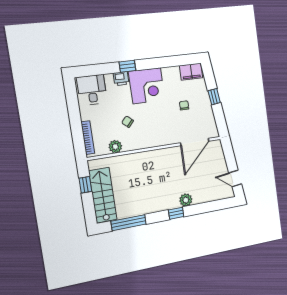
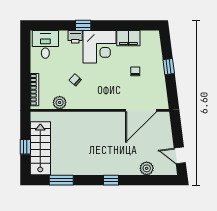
filing cabinet: (191, 72) -> (128, 38), moved
window: (85, 185) -> (25, 147), moved
plant: (186, 200) -> (147, 168), moved
window: (129, 223) -> (61, 180), width x0.69

